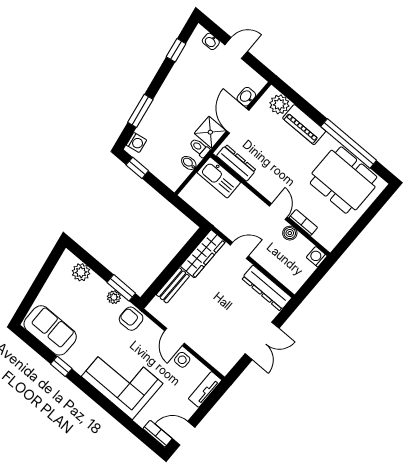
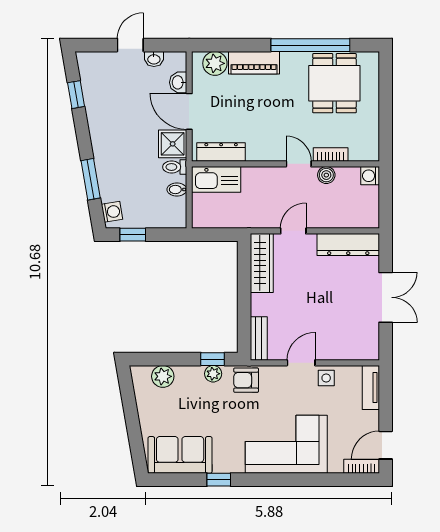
washbasin: (211, 41) -> (154, 59), moved
dining table: (344, 180) -> (334, 83), width x0.73
bench: (173, 285) -> (259, 338), moved
window: (121, 288) -> (213, 359), width x0.67
door: (175, 337) -> (301, 363), swing flipped

